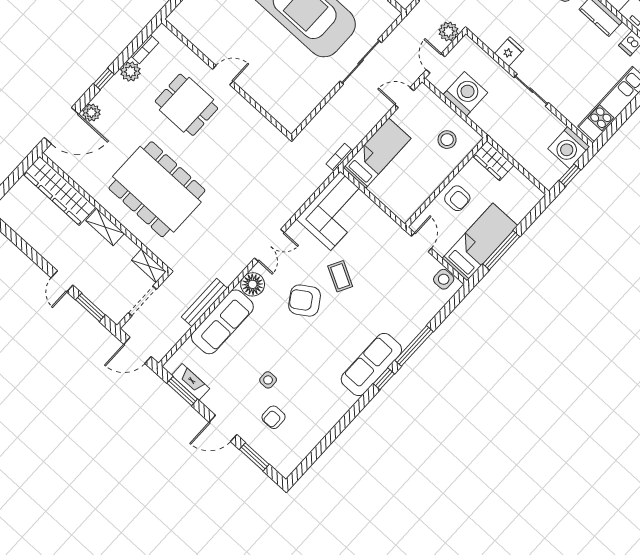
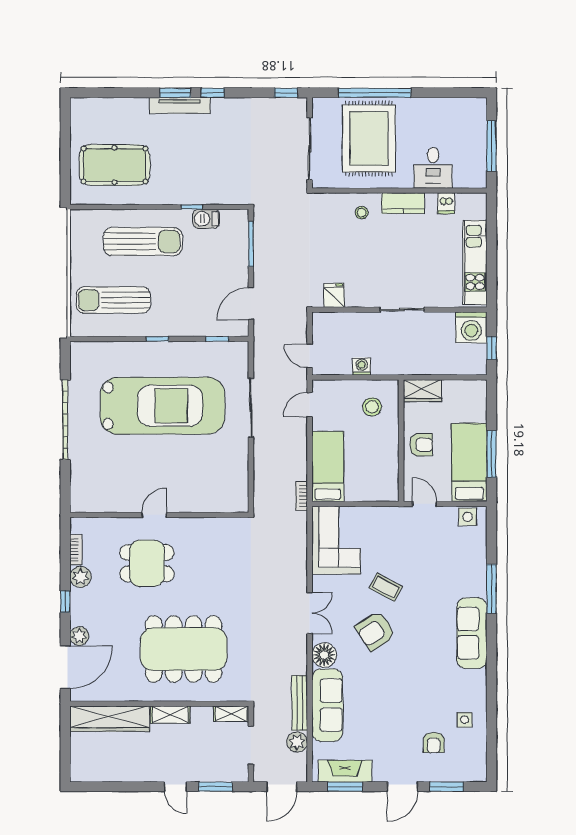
plant: (448, 31) -> (297, 742), moved
fridge: (509, 52) -> (334, 295), moved
washing machine: (465, 94) -> (362, 366), width x0.53, depth x0.53
window: (384, 379) -> (492, 635), removed
side table: (268, 380) -> (464, 720), moved
fireplace: (191, 382) -> (345, 771), width x1.37, depth x1.32

